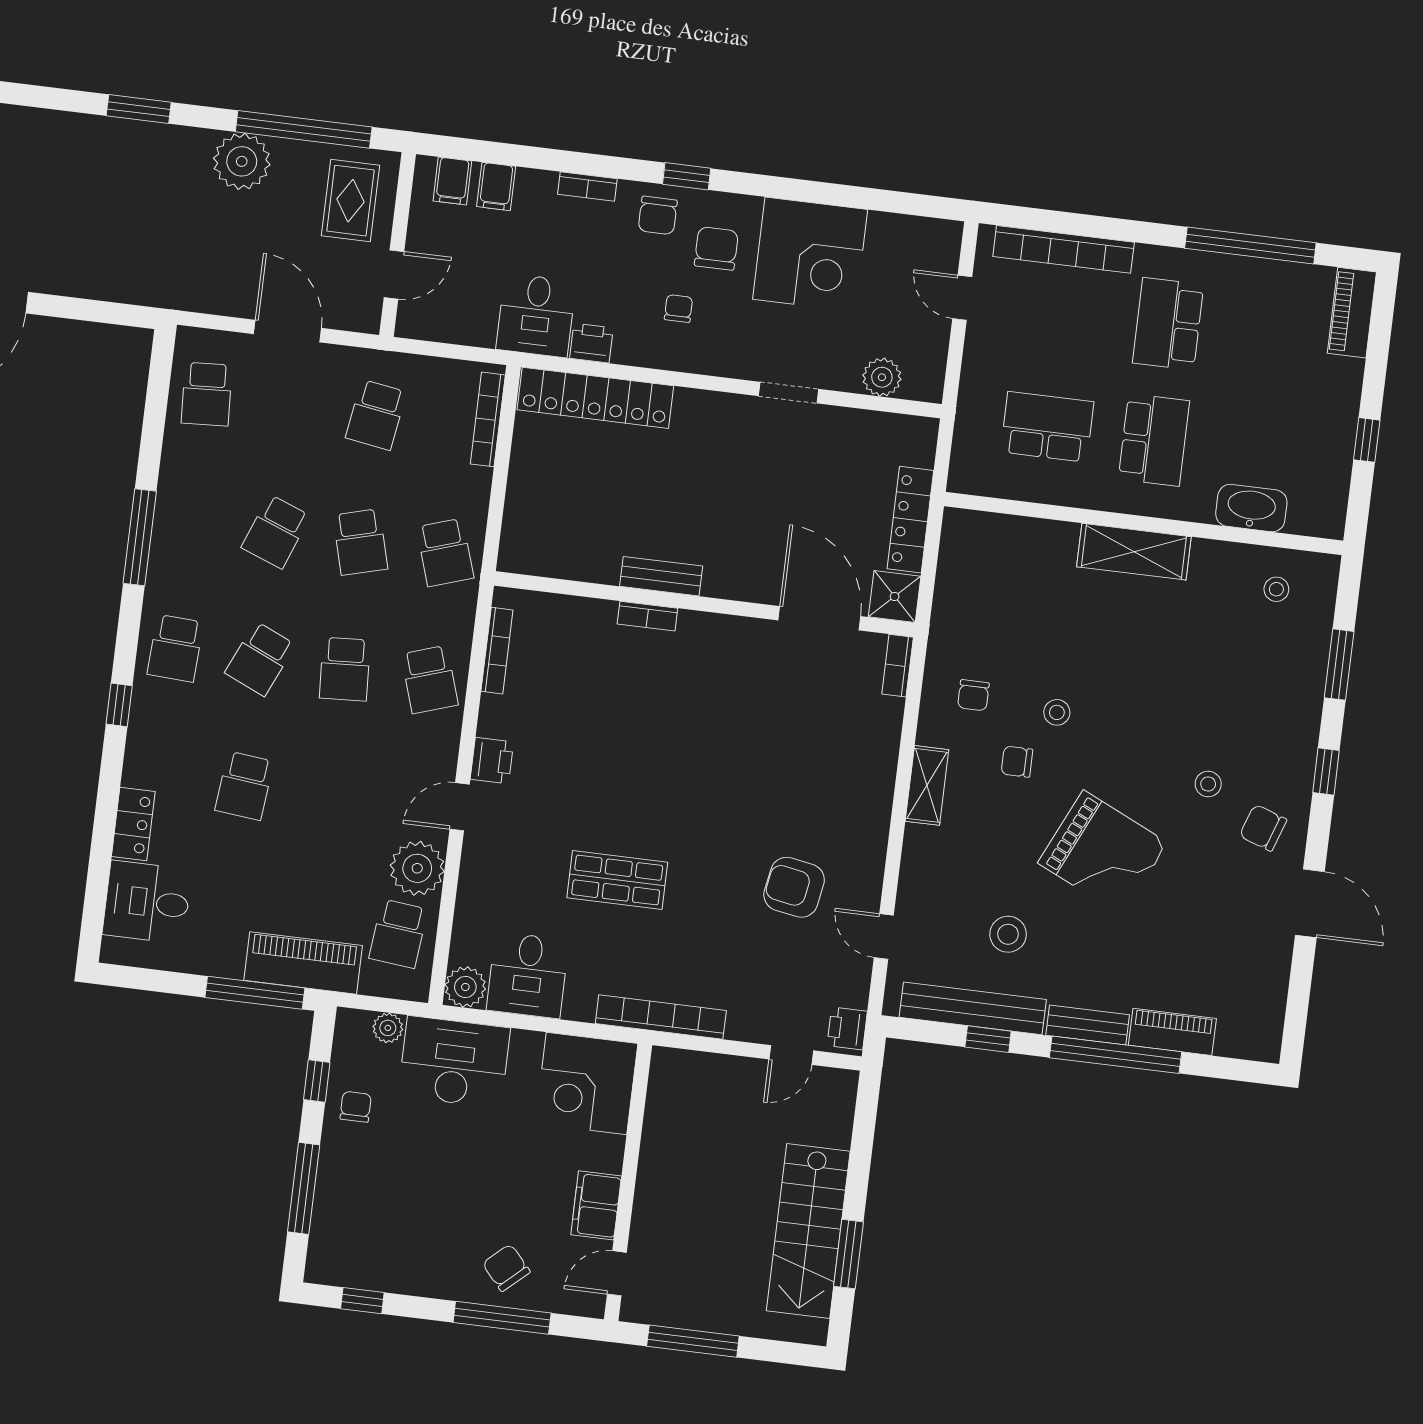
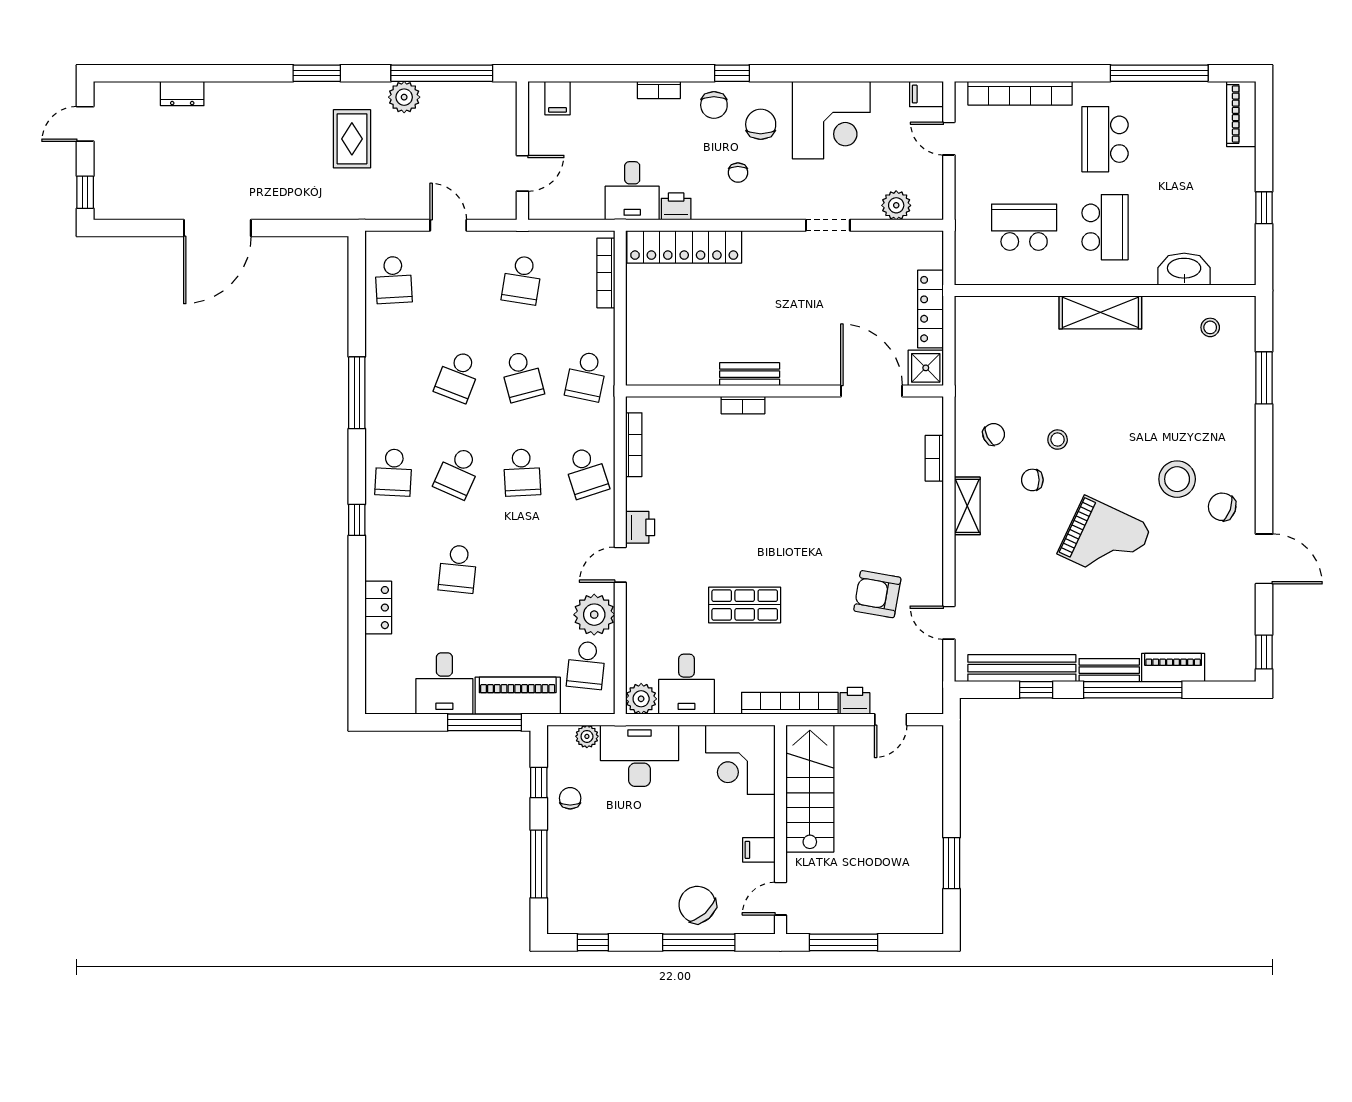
plant: (242, 161) -> (404, 97), width x0.73, depth x0.73
filing cabinet: (496, 186) -> (927, 94), moved, turned 90
rug: (350, 201) -> (352, 139), moved
chair: (678, 308) -> (738, 173), turned 180
door: (288, 331) -> (448, 225), width x0.73
school desk: (445, 552) -> (586, 376), turned 30
bookcase: (898, 666) -> (934, 458), moved
chair: (973, 695) -> (994, 434), turned -117
window: (1326, 772) -> (1264, 652), moved
stool: (1208, 784) -> (1177, 479), width x1.89, depth x1.89
desk: (147, 902) -> (444, 684), moved, turned -90
stool: (1008, 934) -> (1041, 610), removed
printer: (847, 1028) -> (855, 701), moved, turned 90
filing cabinet: (596, 1205) -> (759, 850), width x0.50
stairs: (808, 1231) -> (810, 789), moved, turned 180
chair: (506, 1268) -> (697, 905), width x1.37, depth x1.37

